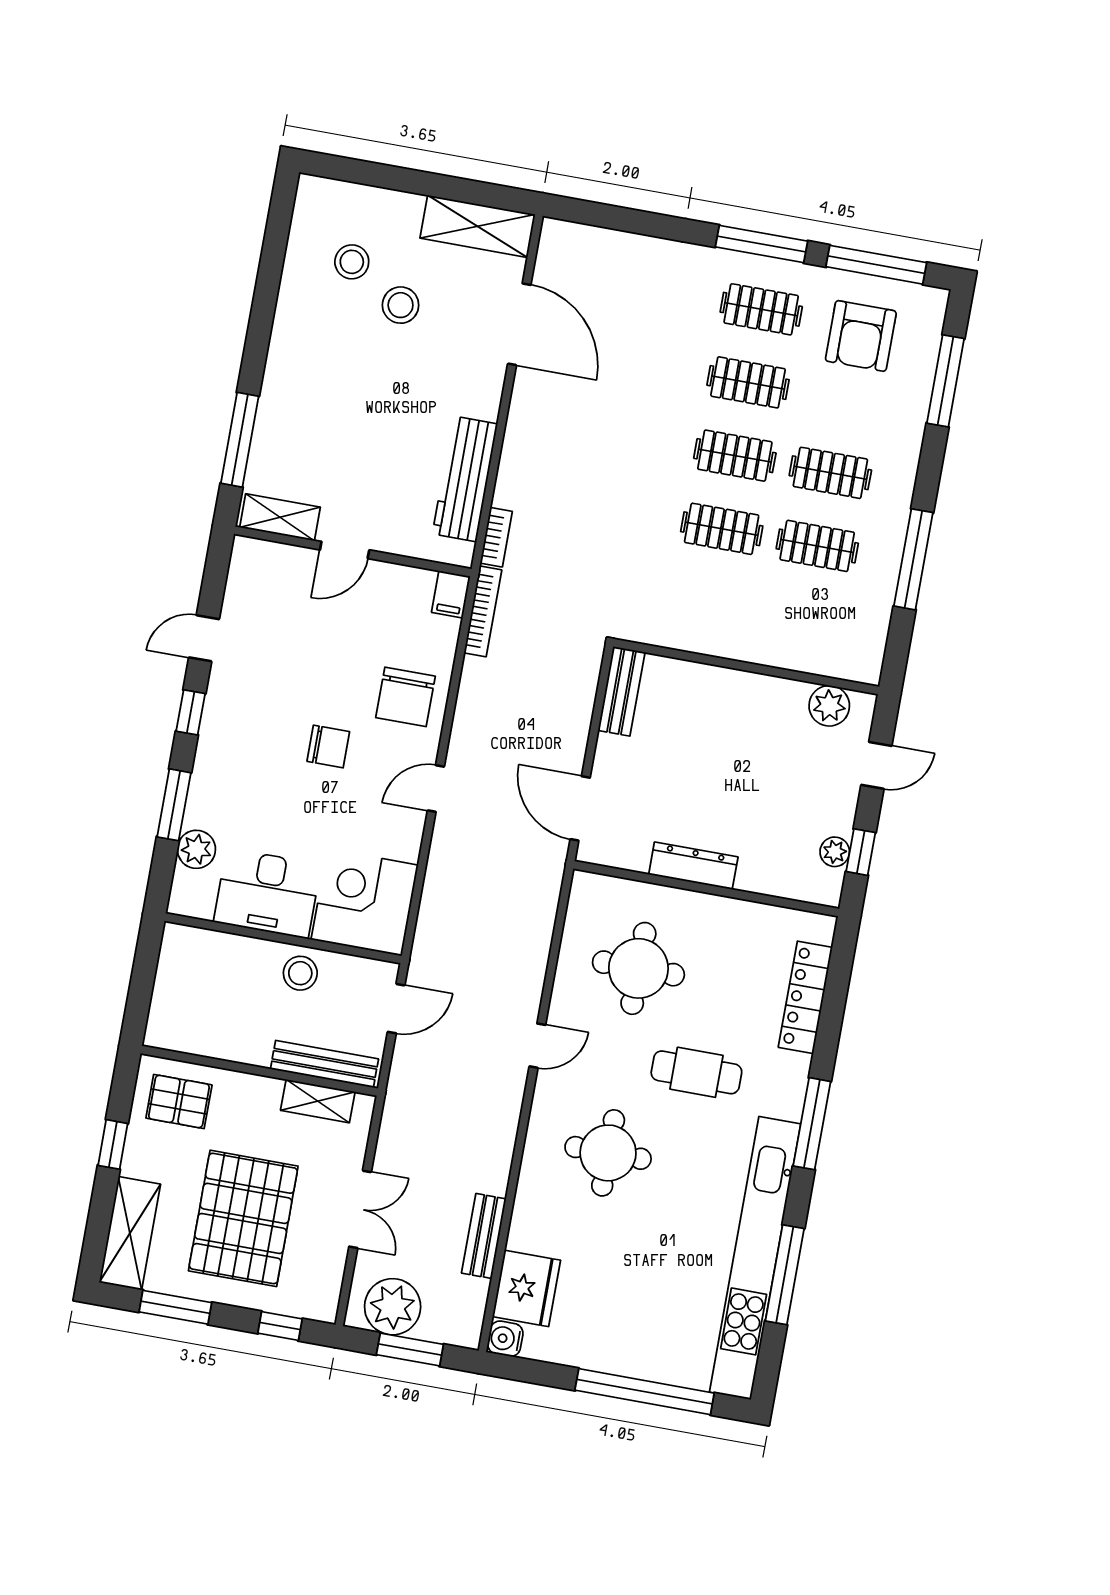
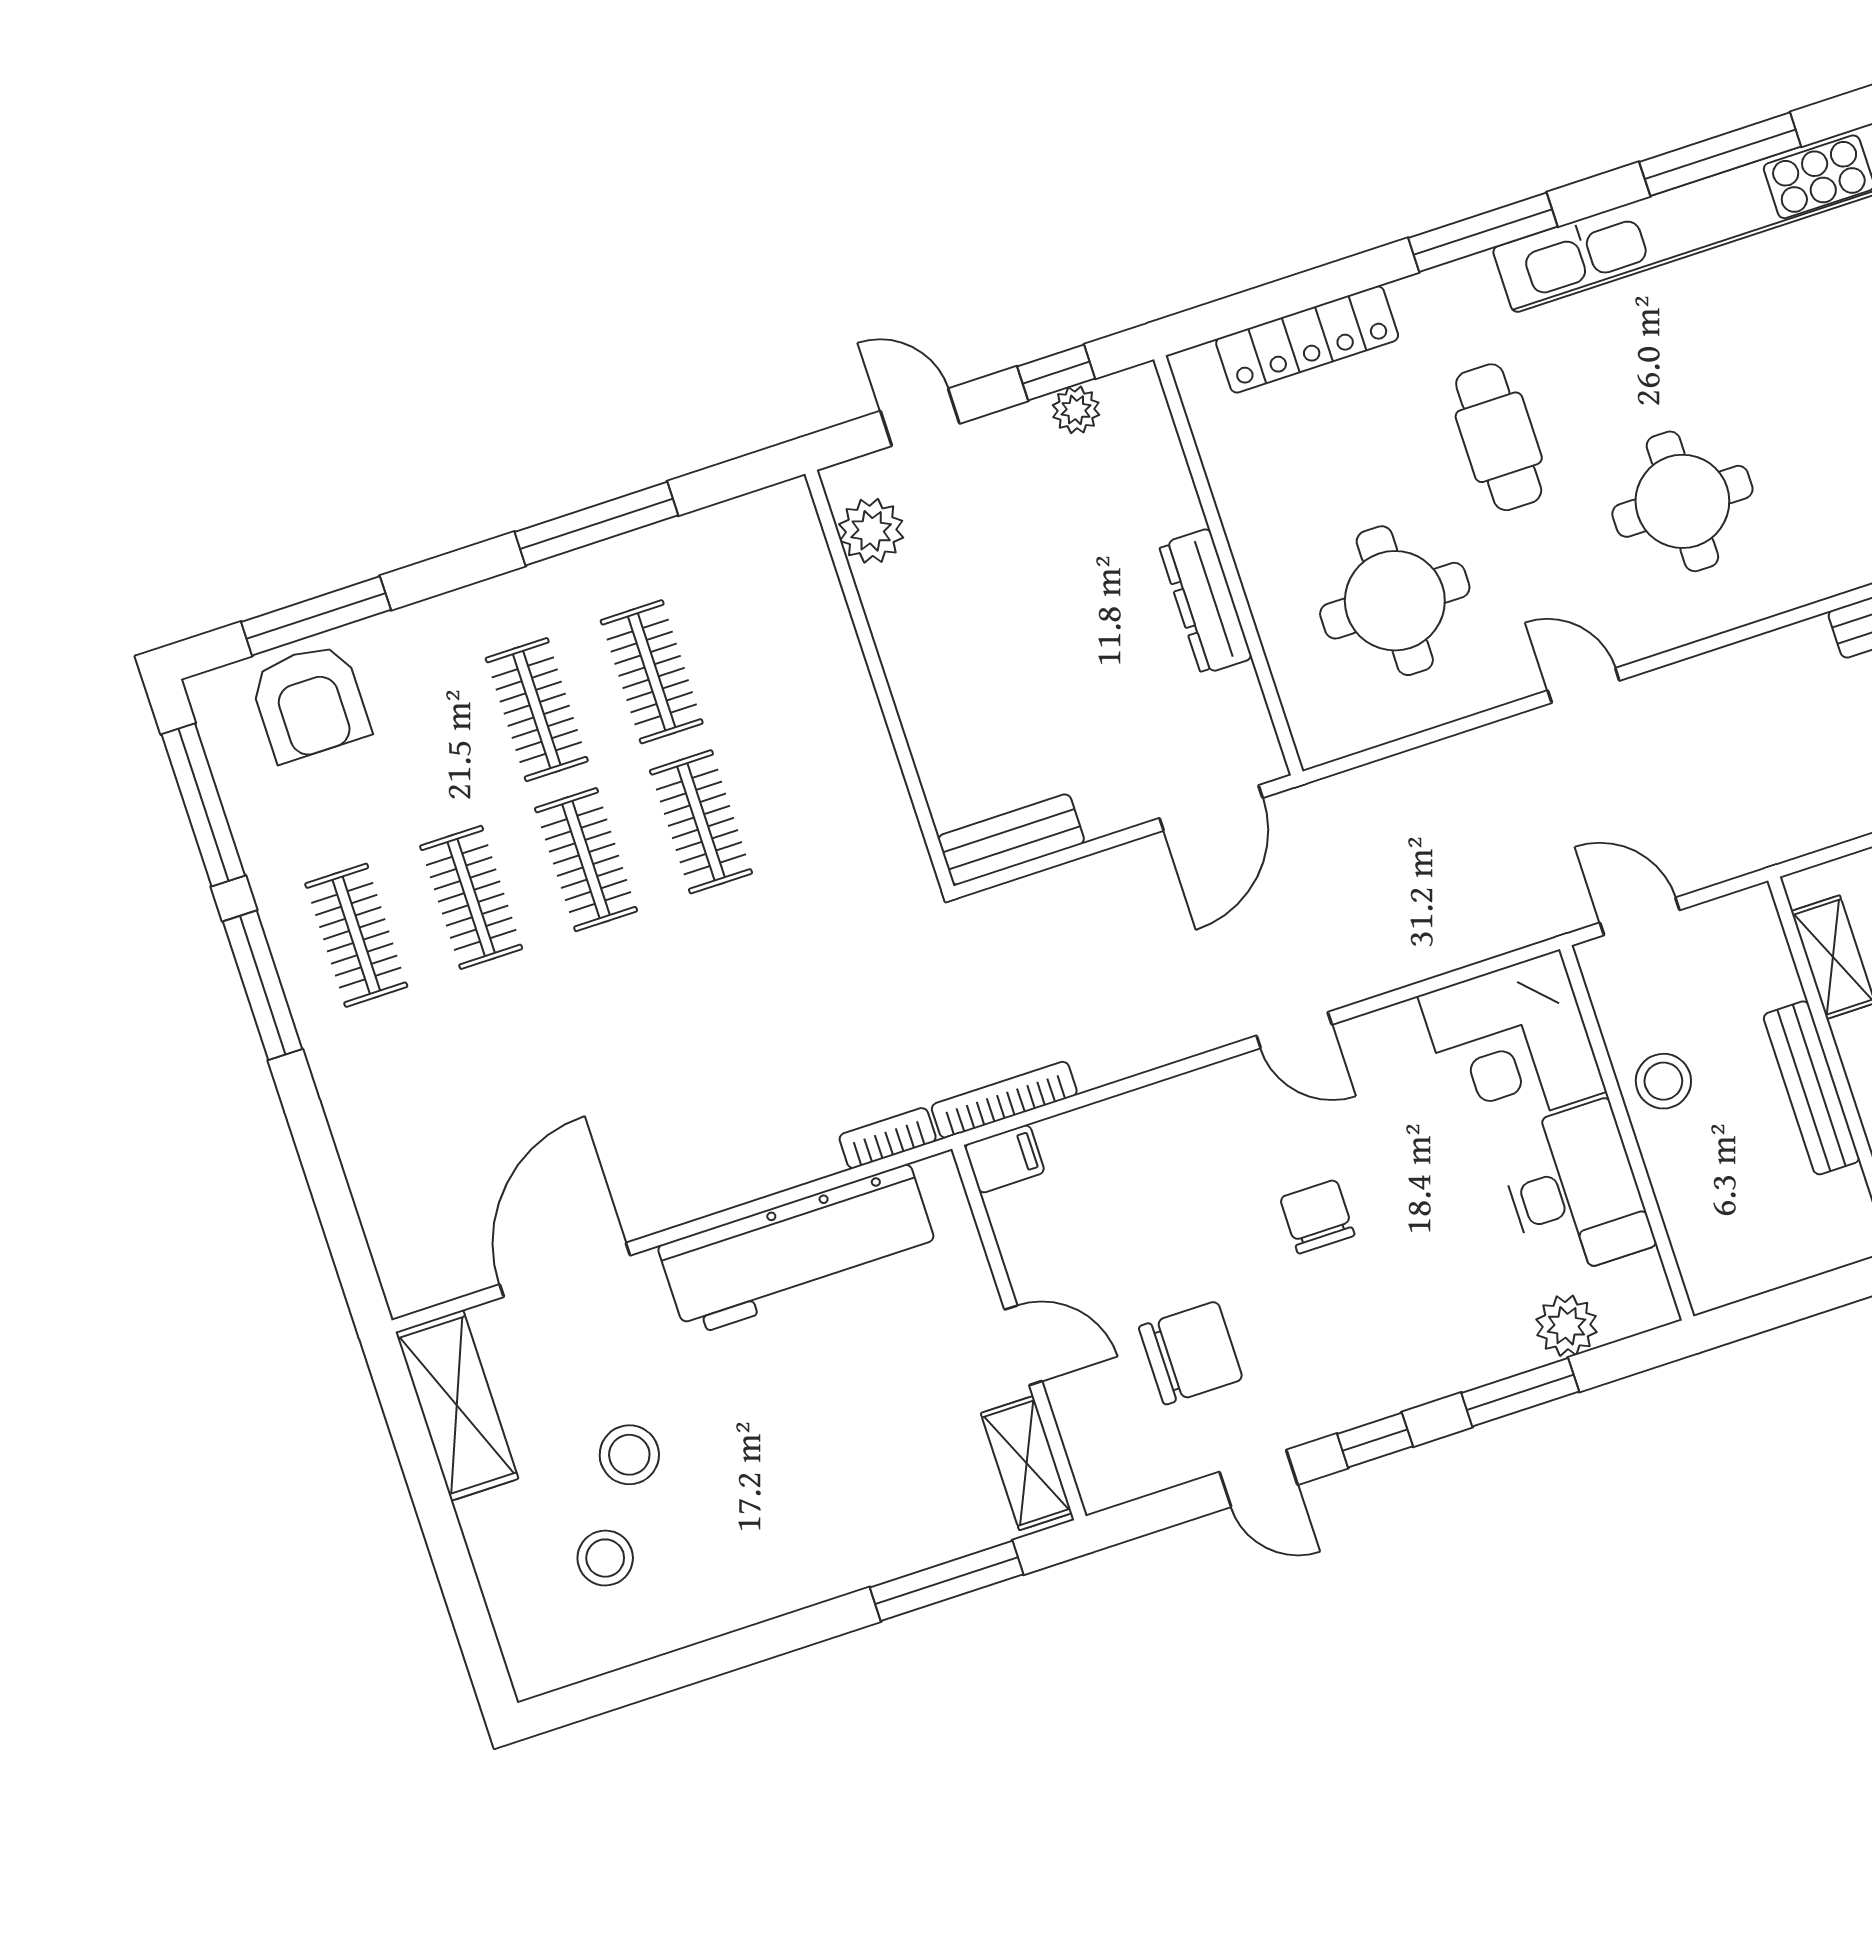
armchair: (861, 336) -> (310, 702), moved, turned 90
workbench: (465, 479) -> (798, 1250), width x1.36, depth x1.32
chair: (406, 697) -> (1191, 1353), moved
bench: (324, 1064) -> (1811, 1088), moved

